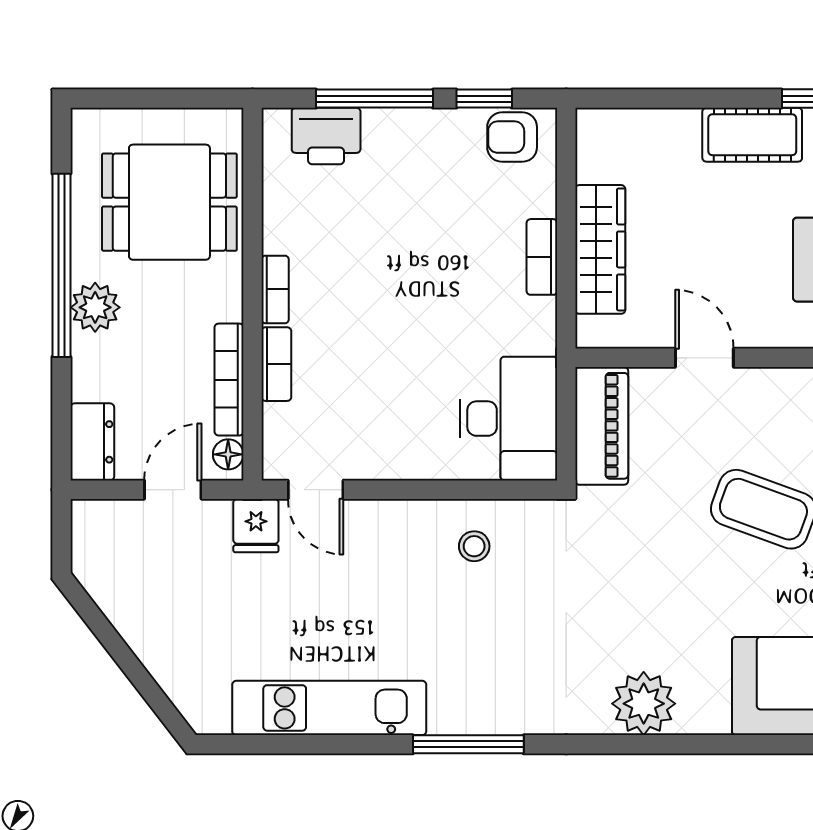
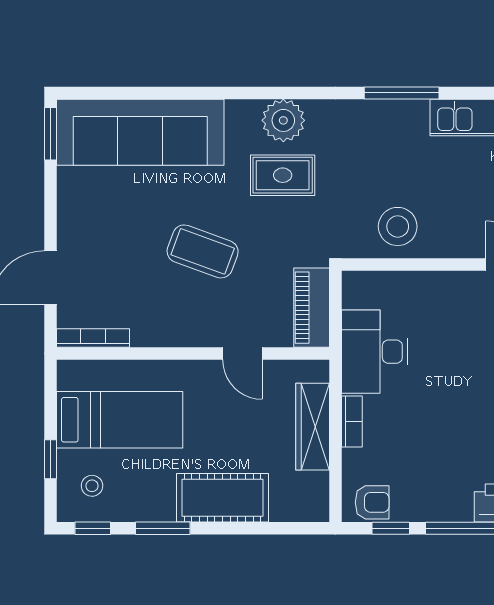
cot: (752, 135) -> (223, 498), width x1.37, depth x1.34
desk: (508, 419) -> (375, 352), moved
stool: (474, 546) -> (398, 226), width x1.89, depth x1.89
rug: (645, 622) -> (283, 175), added

